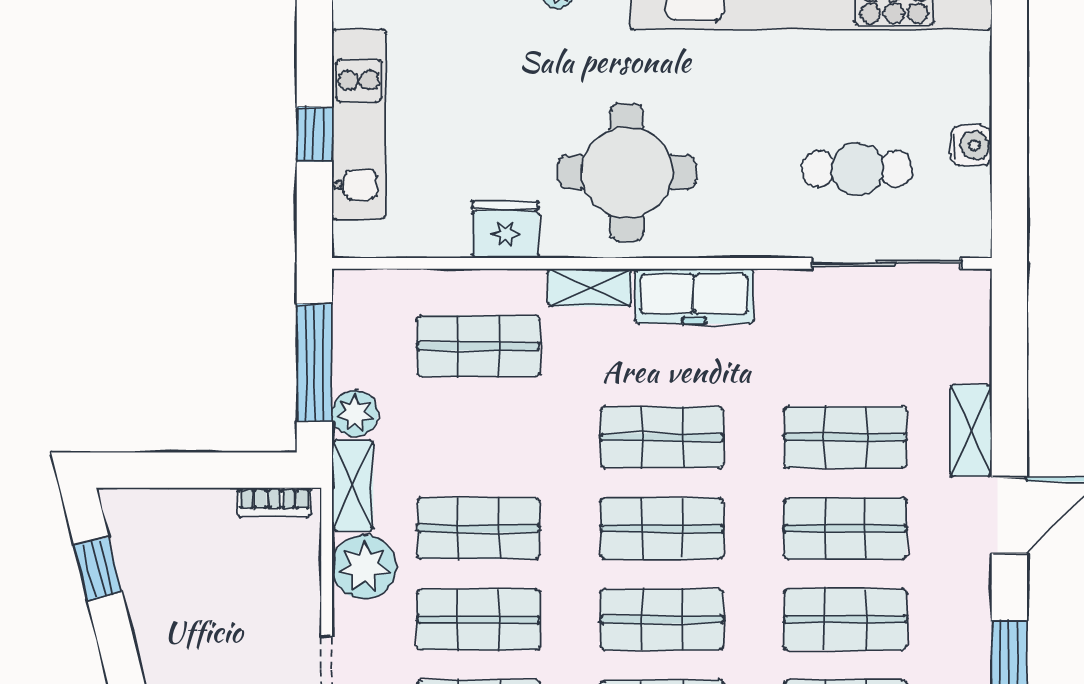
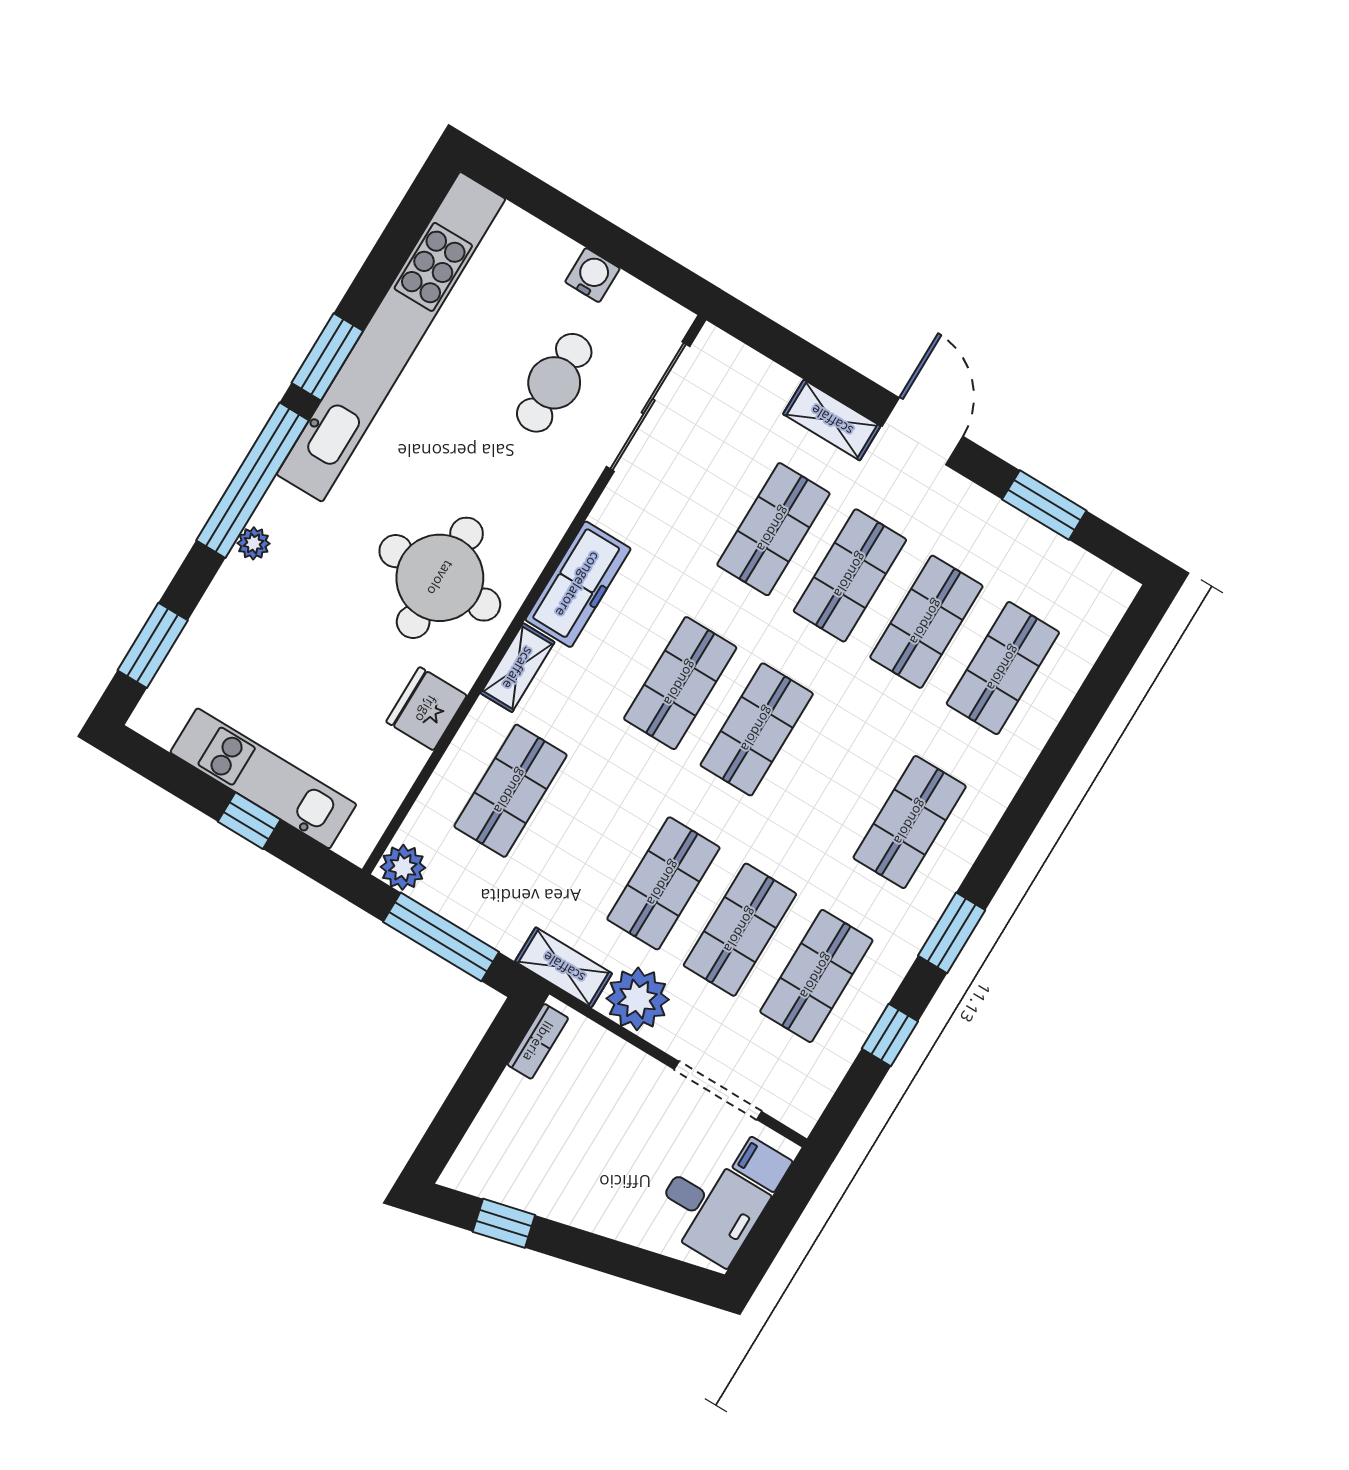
plant: (355, 413) -> (403, 867), moved
shop shelf: (662, 619) -> (833, 776), removed

